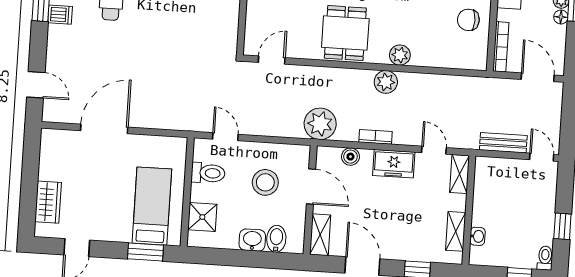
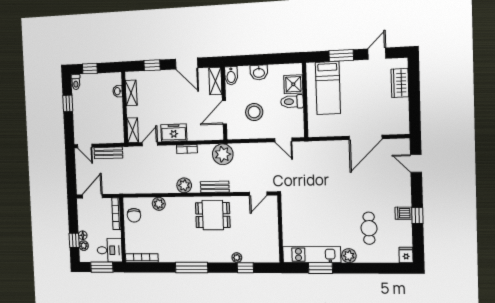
chair: (468, 20) -> (134, 215), moved, turned 90
dining table: (345, 33) -> (213, 215), turned 90
plant: (400, 55) -> (159, 204), moved
bench: (338, 76) -> (215, 187), added
door: (538, 77) -> (92, 196), swing flipped
door: (434, 150) -> (150, 144), swing flipped
boiler: (350, 157) -> (201, 135), removed
toilet: (208, 173) -> (292, 102), moved
door: (311, 186) -> (224, 112), hinge flipped
bidet: (276, 239) -> (231, 76), moved
window: (145, 252) -> (341, 55), moved

